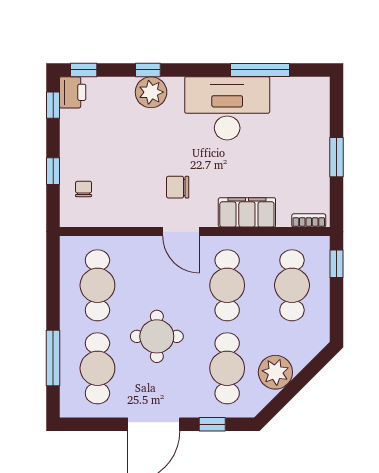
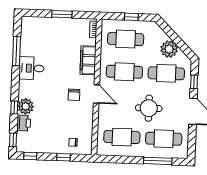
printer: (73, 92) -> (24, 123), moved, turned 90
desk: (227, 108) -> (32, 68), width x0.53, depth x0.77
door: (181, 232) -> (96, 94), hinge flipped
window: (336, 264) -> (131, 17), moved

